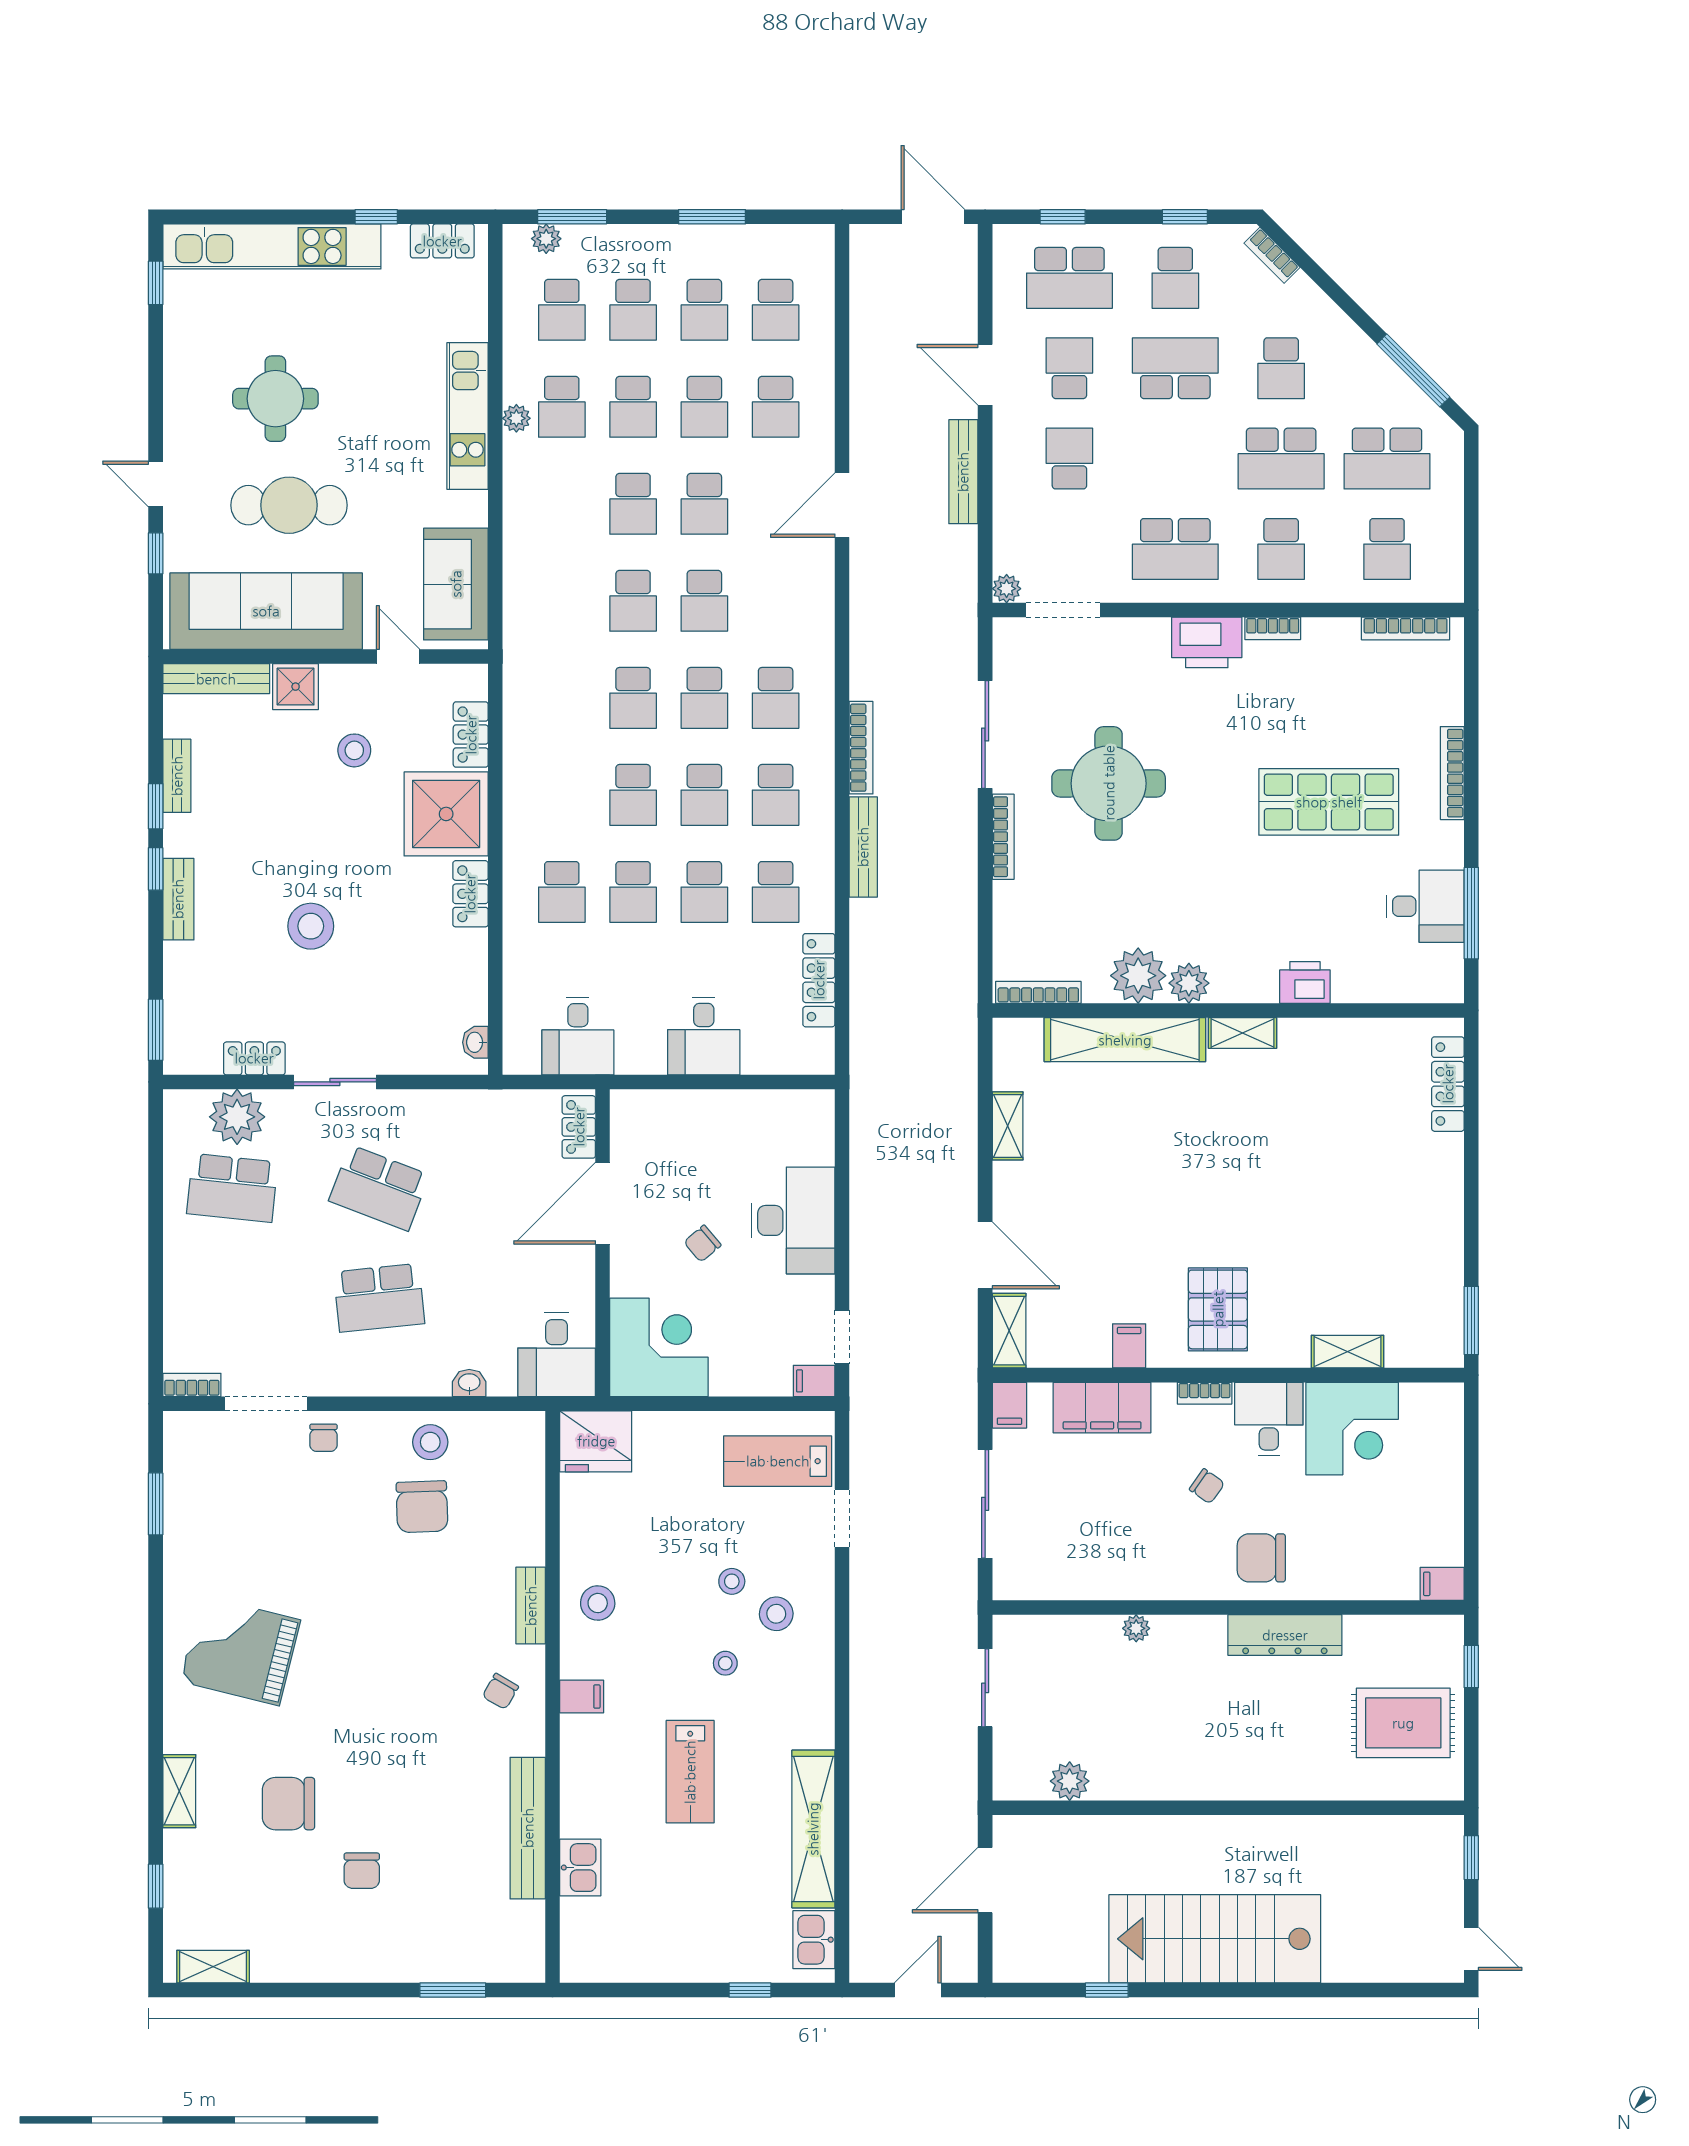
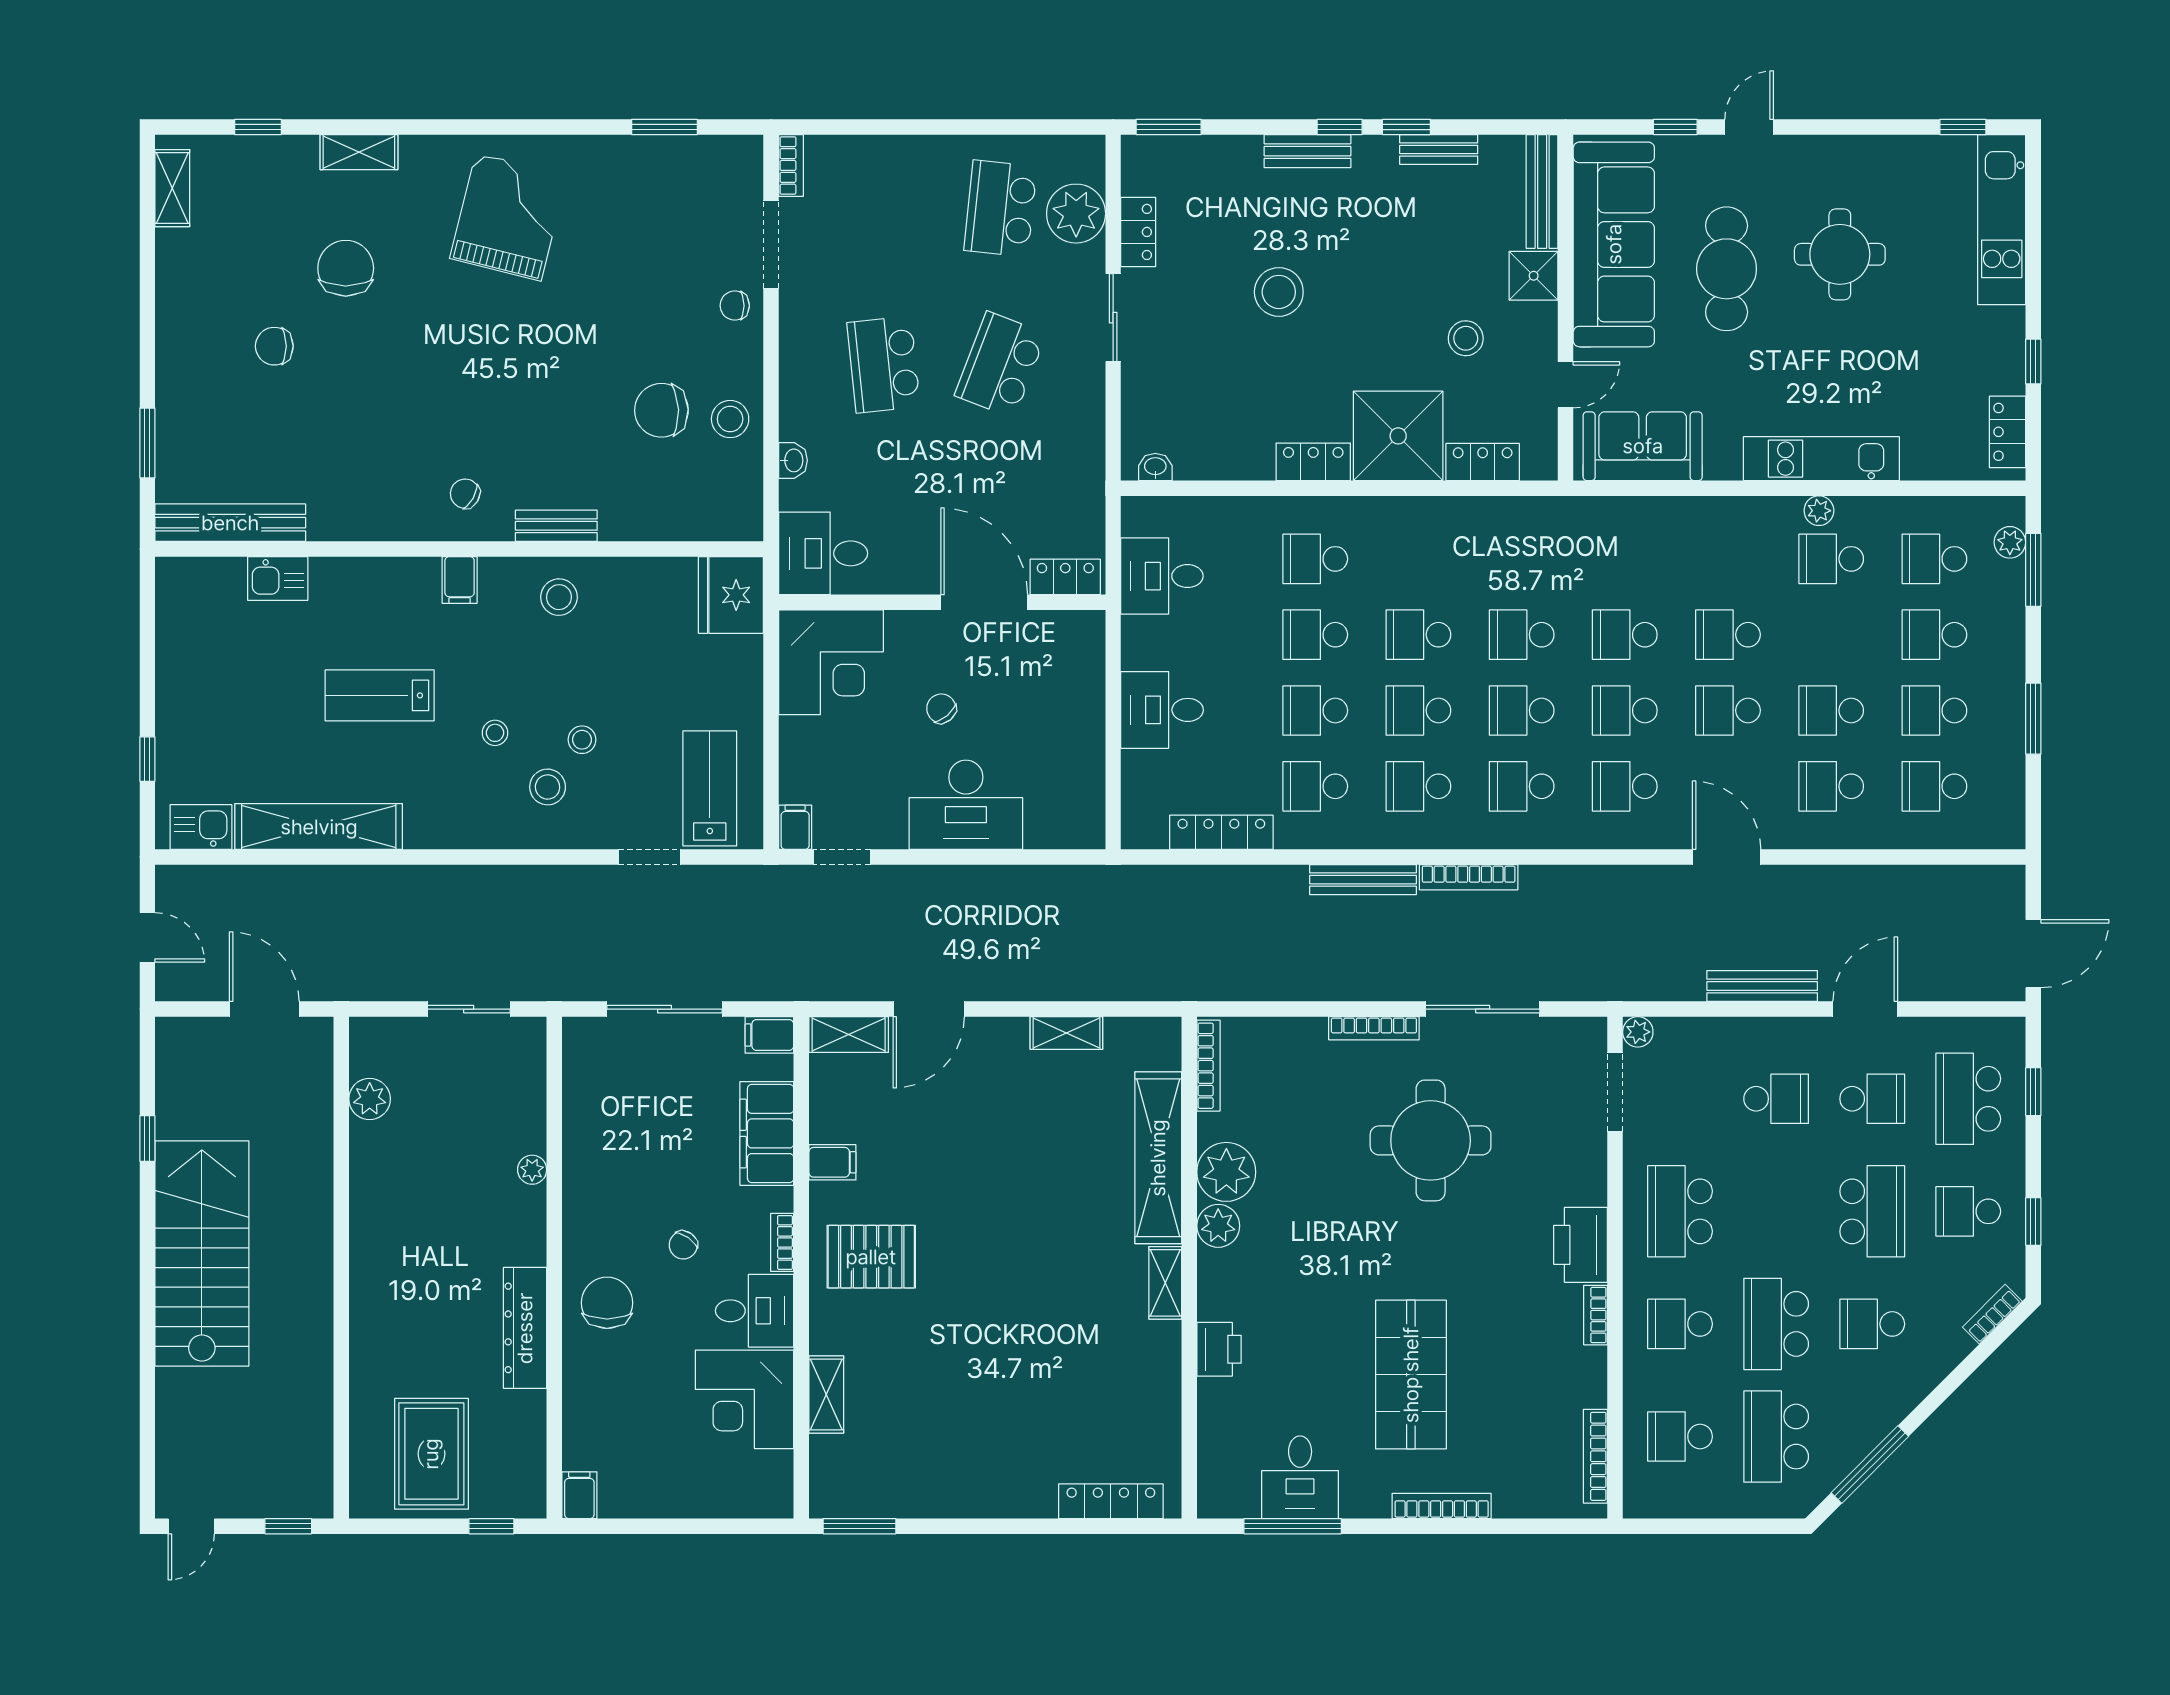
kitchen unit: (272, 246) -> (2002, 220), width x0.73
school desk: (633, 407) -> (1625, 786), moved
bench: (528, 1828) -> (230, 523), moved

